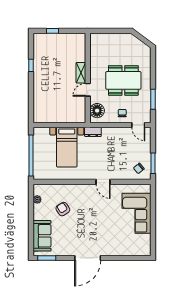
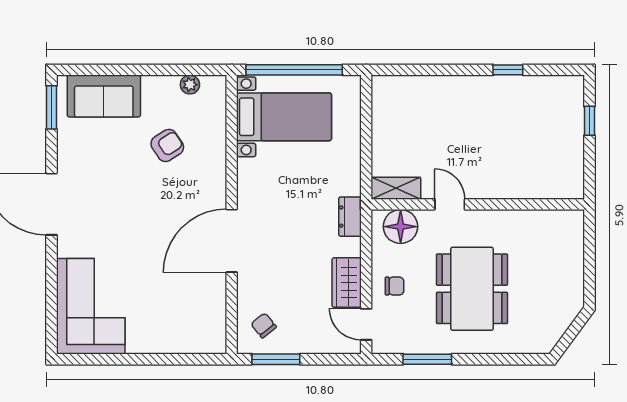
shelving: (81, 73) -> (396, 188), moved
door: (138, 125) -> (366, 324), hinge flipped
wardrobe: (121, 133) -> (347, 283), added
bed with nightstands: (67, 147) -> (284, 117), moved, turned 180
door: (103, 182) -> (232, 241), width x1.87
corner sofa: (137, 213) -> (91, 306), moved, turned 90

